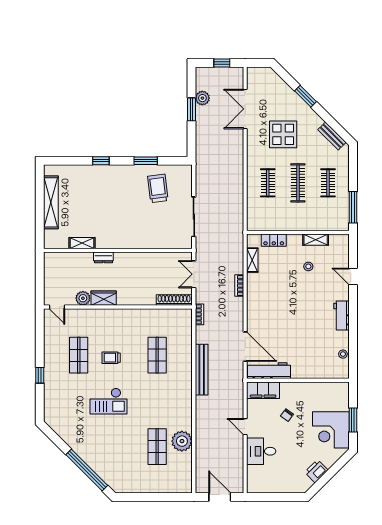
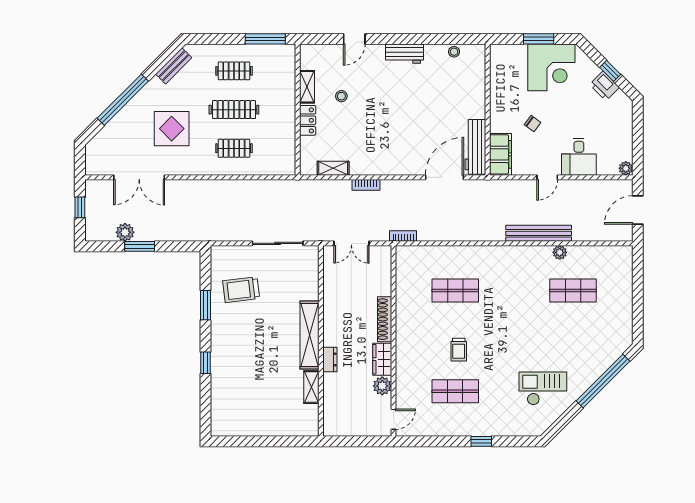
window: (306, 96) -> (123, 100), width x2.11
shelving: (51, 202) -> (309, 335), moved, turned 90
locker: (274, 240) -> (308, 120), moved
shoe rack: (174, 300) -> (385, 319), moved
bench: (202, 370) -> (539, 233), moved
checkout: (109, 401) -> (543, 388), moved, turned -90
plant: (182, 441) -> (560, 252), width x0.53, depth x0.53
window: (328, 476) -> (610, 71), added
plant: (252, 488) -> (626, 168), added

